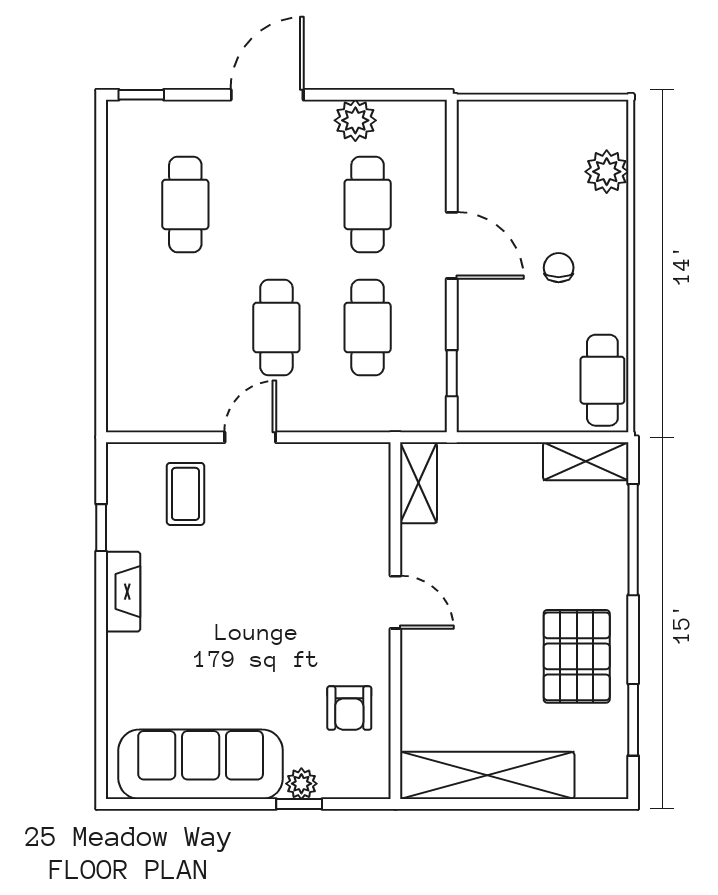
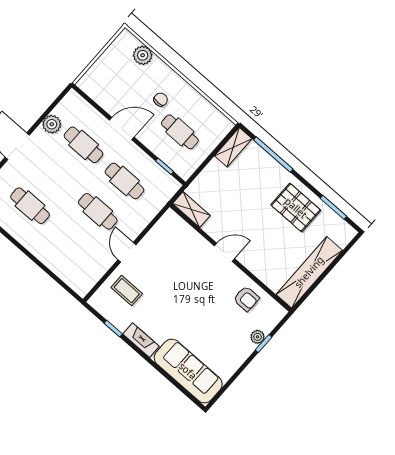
chair: (559, 268) -> (161, 100), turned 90
cafe table: (602, 380) -> (180, 132), moved
sofa: (201, 764) -> (188, 371), moved, turned 90

